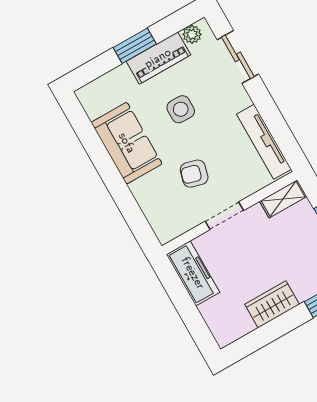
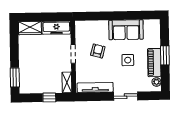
sliding door: (238, 57) -> (126, 96), moved
wardrobe: (272, 304) -> (30, 28), moved, turned 90

